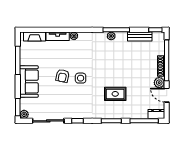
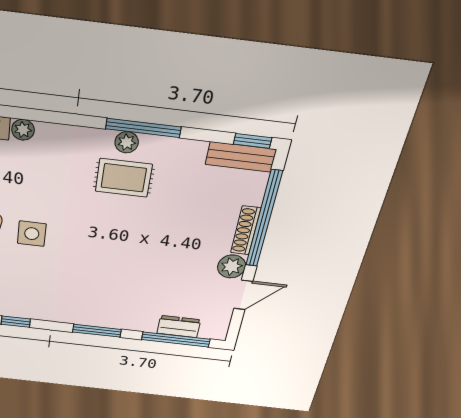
bench: (140, 36) -> (241, 157), moved
rug: (115, 94) -> (124, 178), moved
door: (167, 95) -> (243, 295), swing flipped
dresser: (156, 114) -> (179, 327), moved

